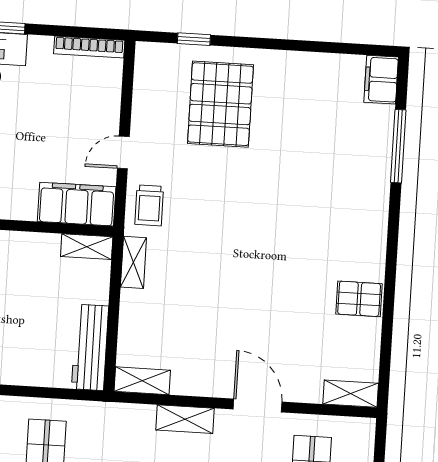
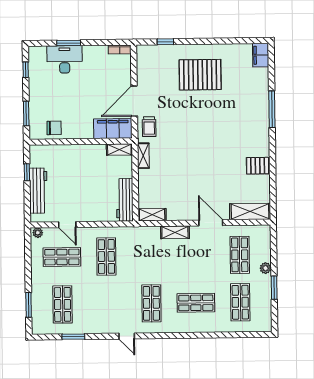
bookcase: (89, 47) -> (120, 49), width x0.64
pallet: (220, 104) -> (200, 75), moved, turned 90
window: (398, 146) -> (272, 109), moved
door: (123, 152) -> (134, 101), width x1.88
shelving: (351, 394) -> (250, 211), width x1.50, depth x1.33

